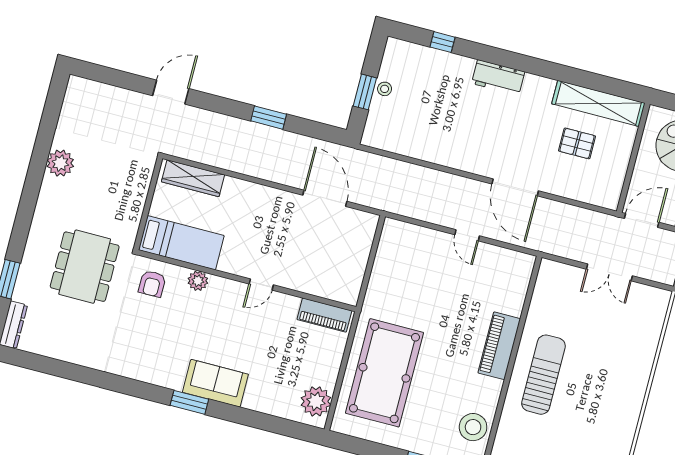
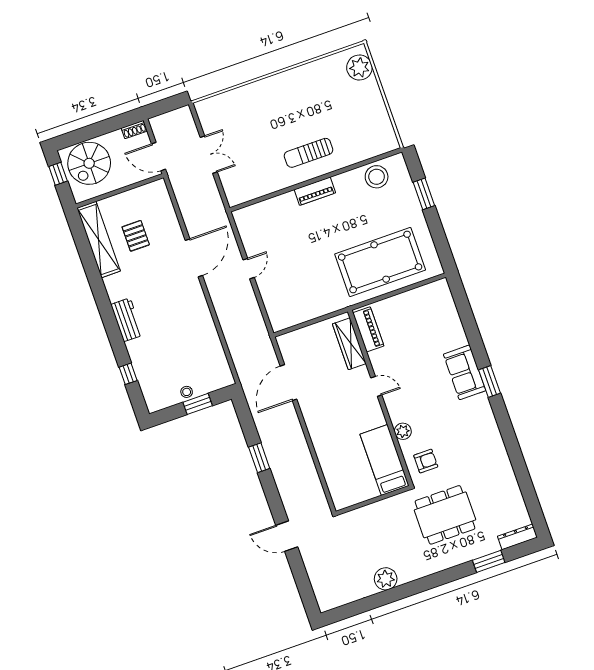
wardrobe: (193, 178) -> (349, 344), moved, turned 180
piano: (499, 346) -> (315, 191), width x0.73, depth x0.75
sun lounger: (543, 375) -> (309, 153), width x0.73, depth x0.75
plant: (316, 401) -> (431, 296), removed

